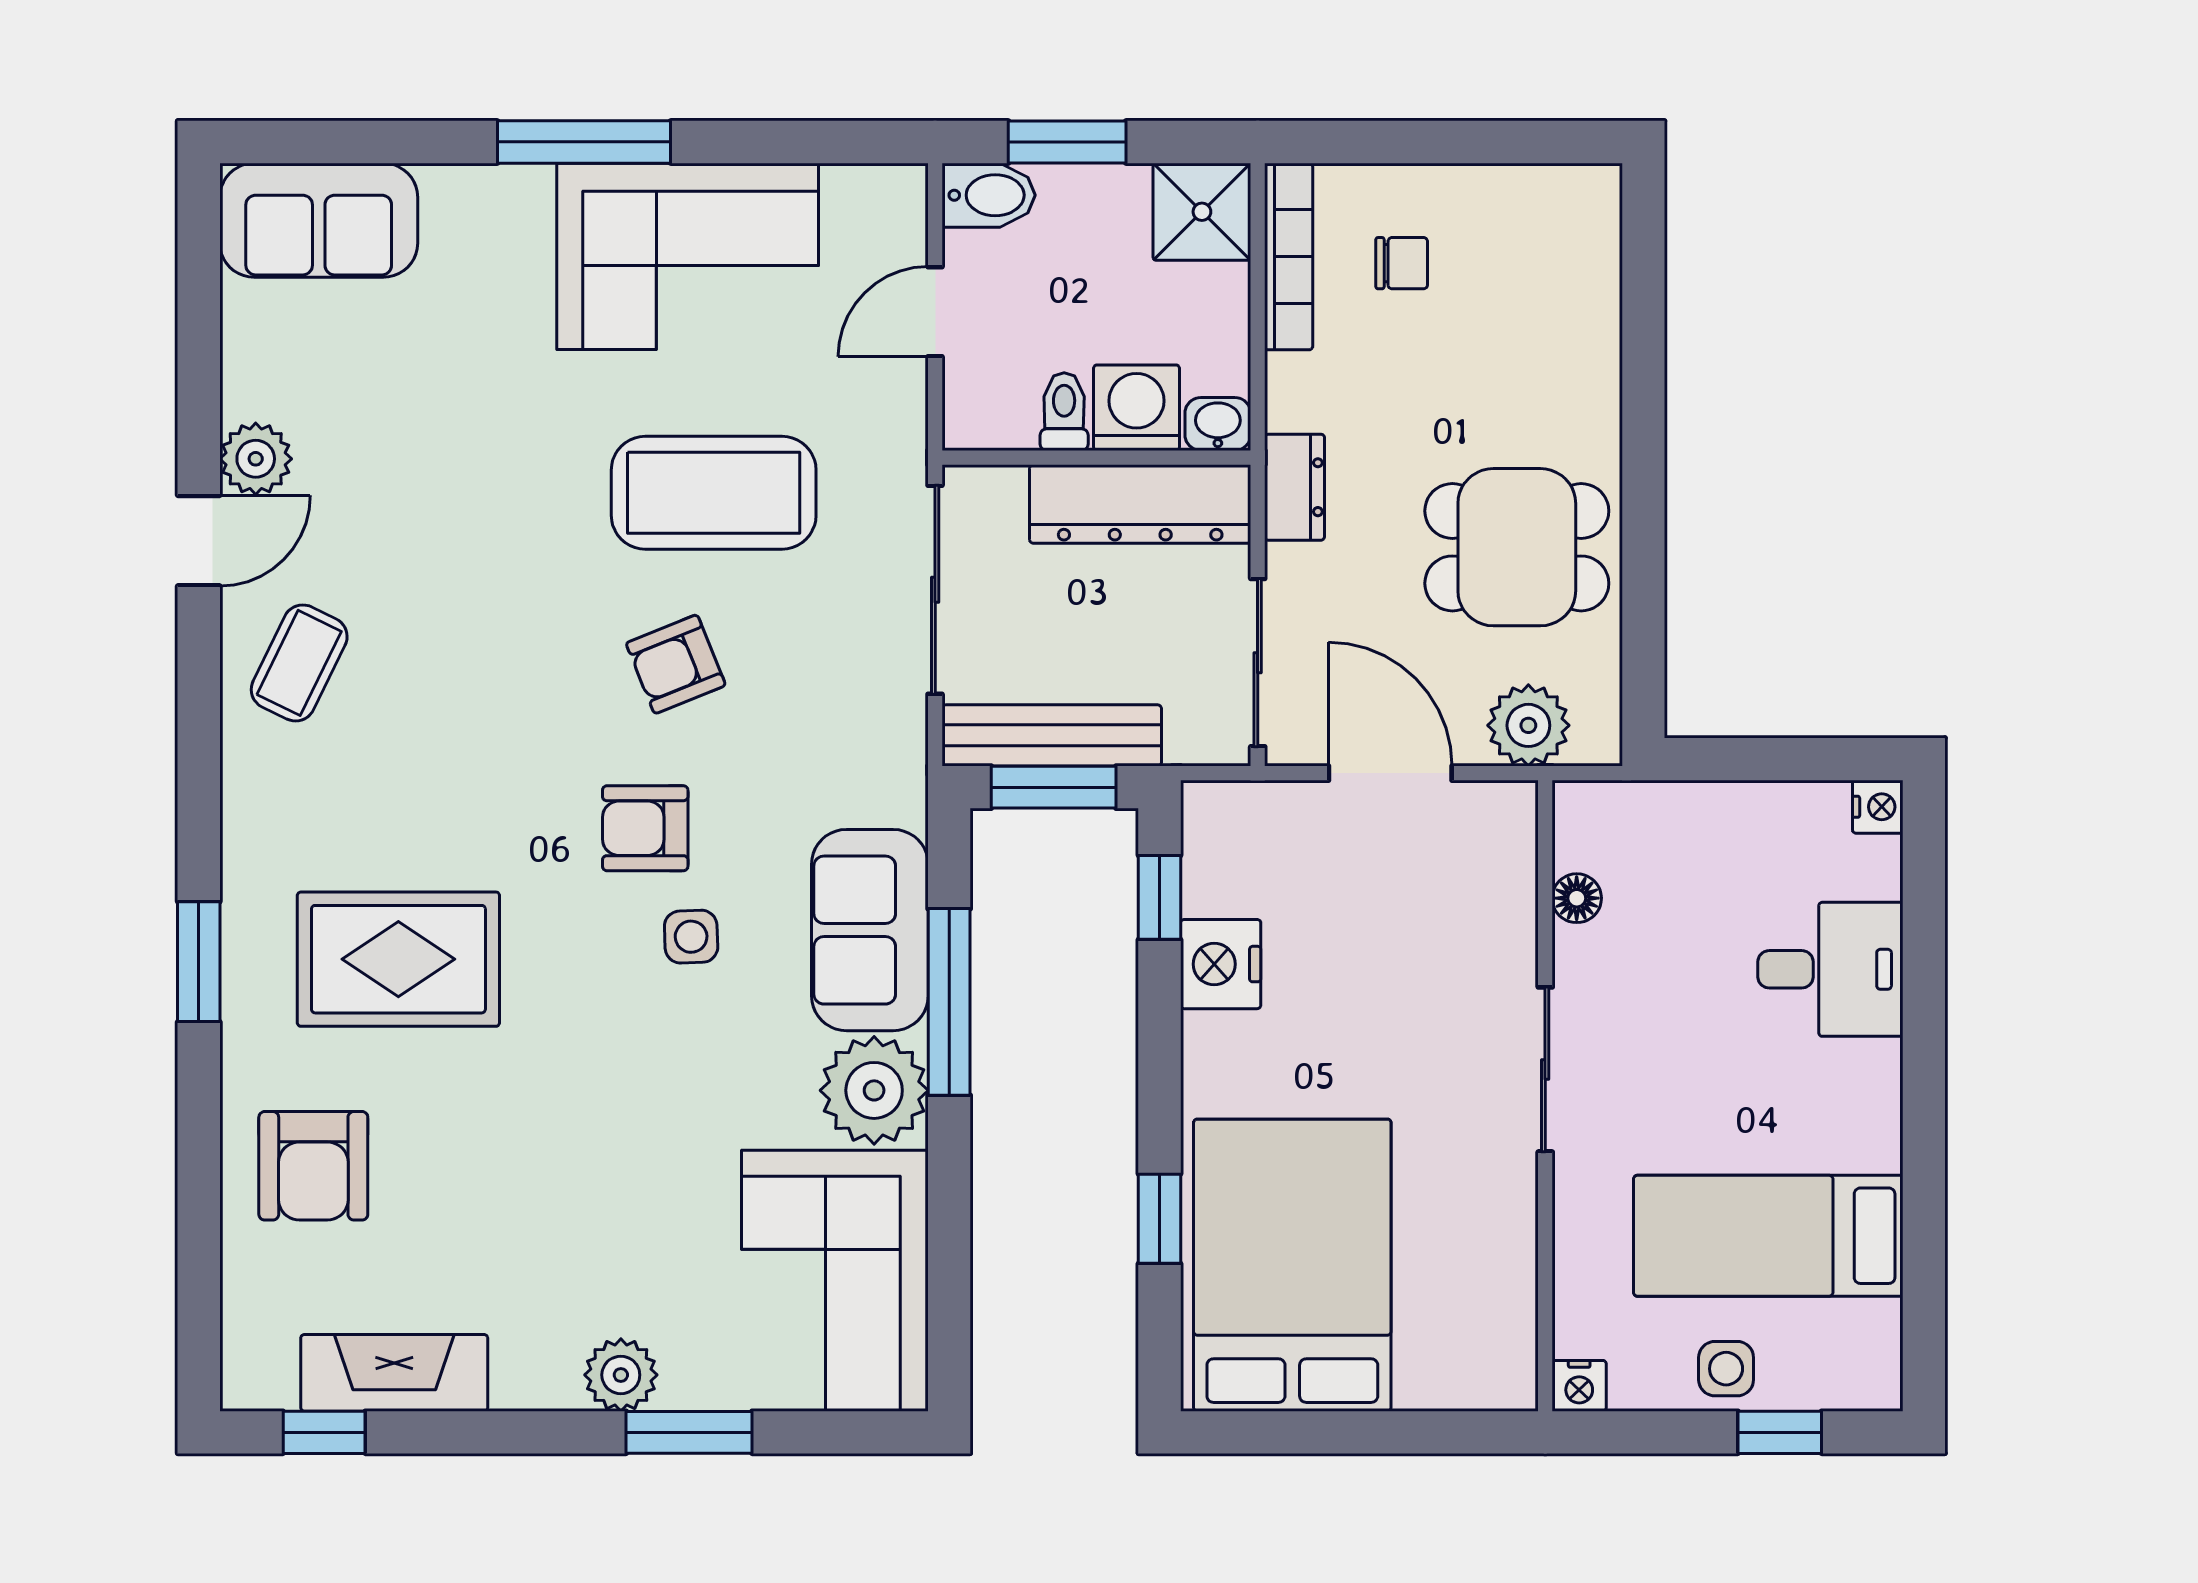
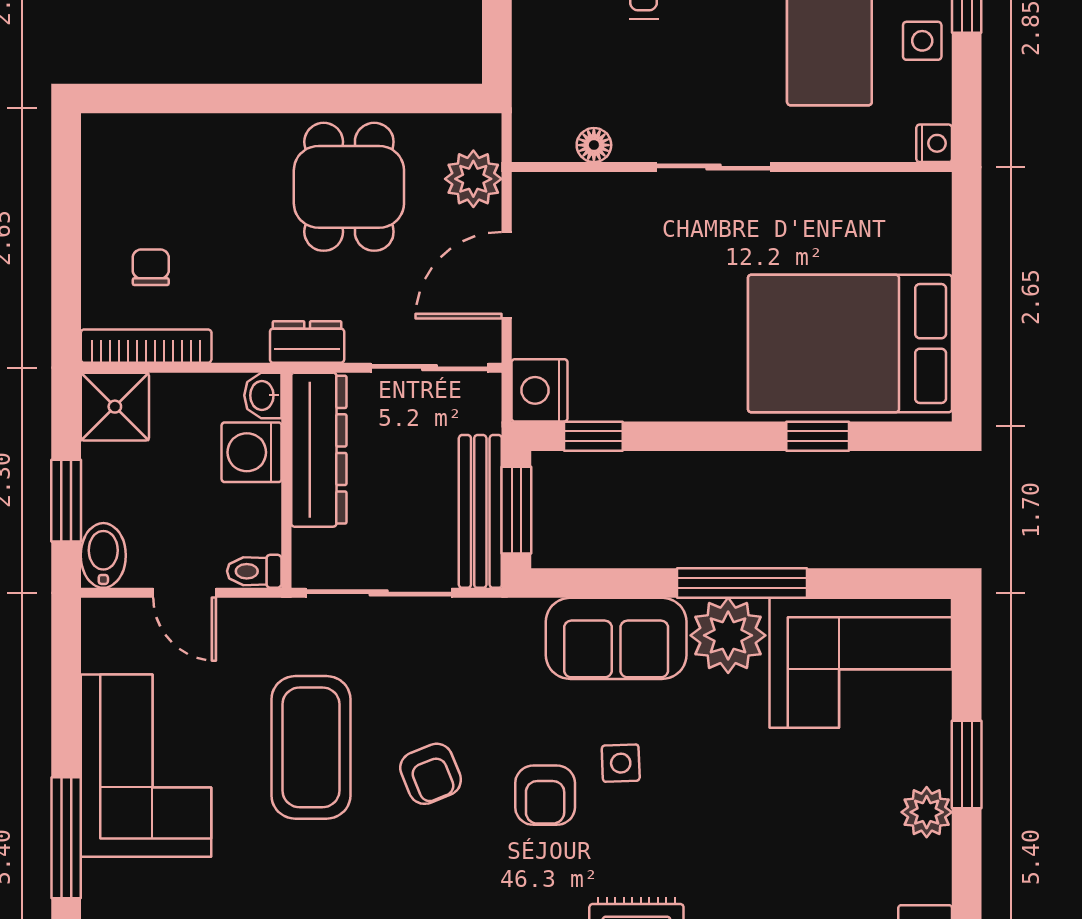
toilet: (1064, 412) -> (254, 571), moved
nightstand: (1221, 964) -> (539, 390), moved, turned 90
window: (949, 1002) -> (742, 583), moved

